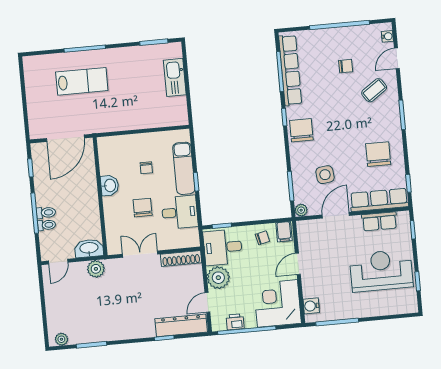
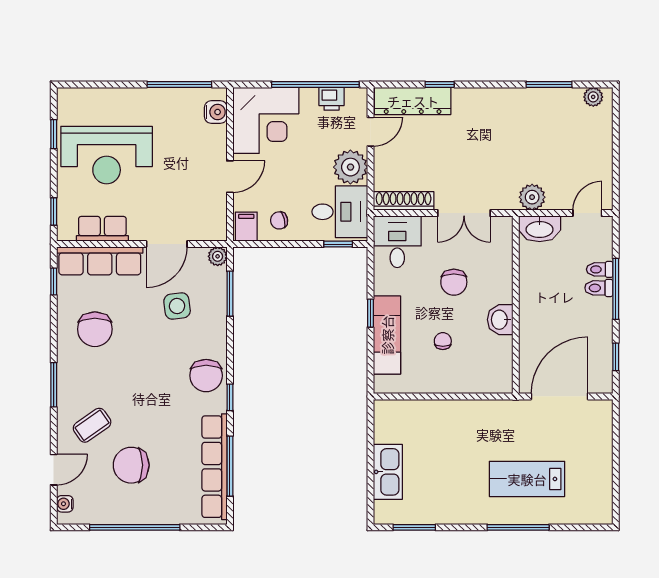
chair: (346, 66) -> (131, 465), width x1.87, depth x1.87
desk: (180, 212) -> (397, 242), moved, turned 90

